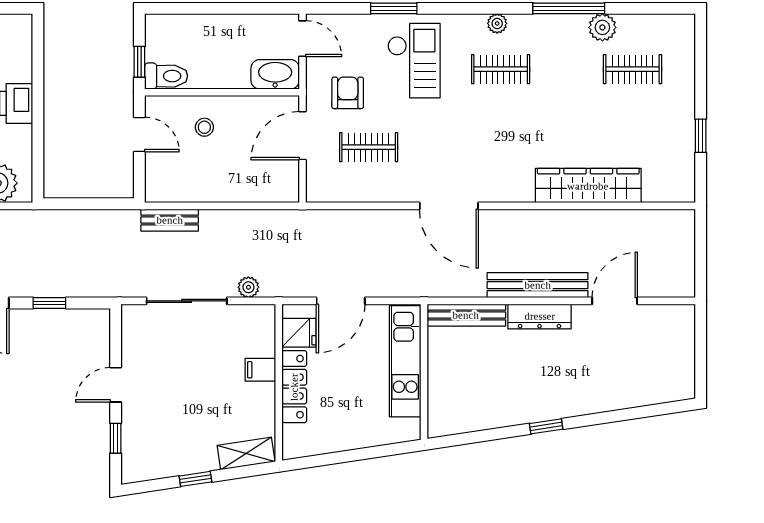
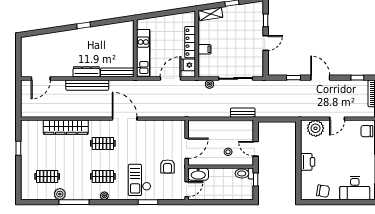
door: (303, 39) -> (187, 189), swing flipped
clothes rail: (369, 147) -> (103, 143), moved
door: (615, 301) -> (41, 78), moved

